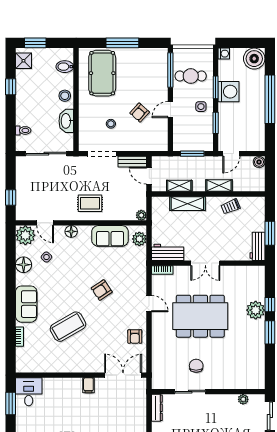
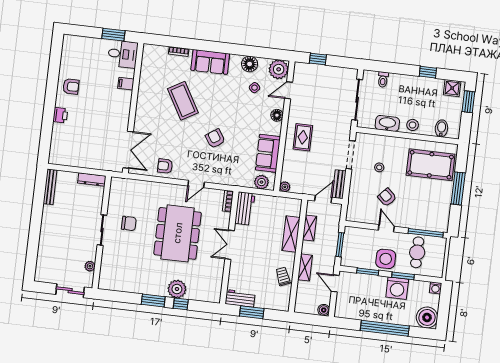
side table: (201, 107) -> (386, 259), width x1.87, depth x1.87
filing cabinet: (88, 385) -> (126, 84), moved
sliding door: (190, 392) -> (102, 230), moved

